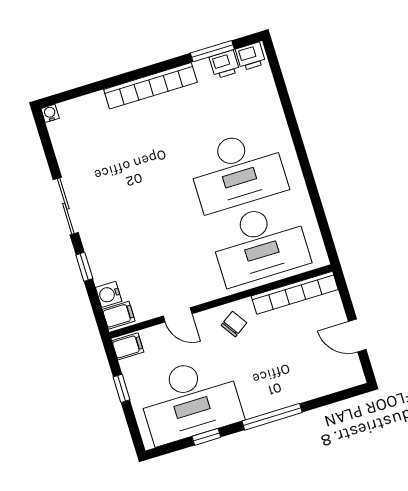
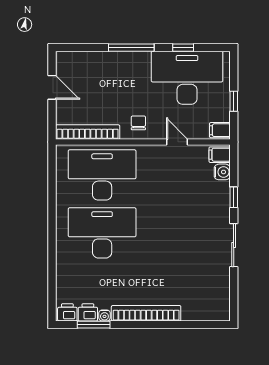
water cooler: (50, 113) -> (104, 315), moved
chair: (234, 324) -> (138, 123), turned 124

